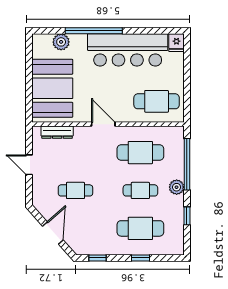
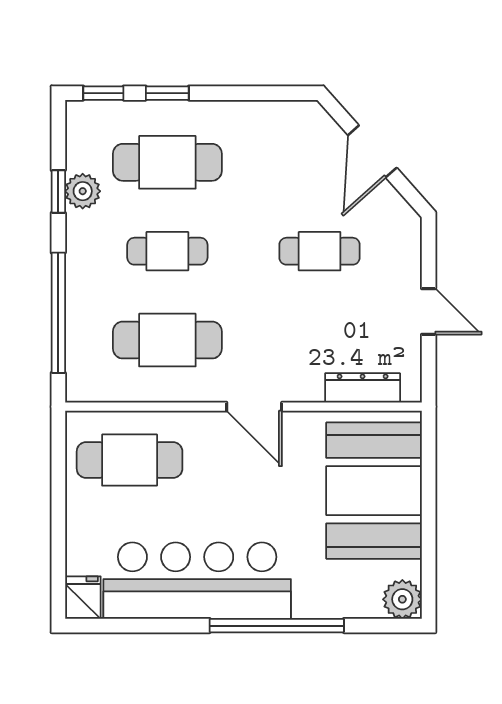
plant: (61, 42) -> (402, 599), moved
plant: (177, 187) -> (83, 191), moved
window: (98, 258) -> (103, 93), moved

